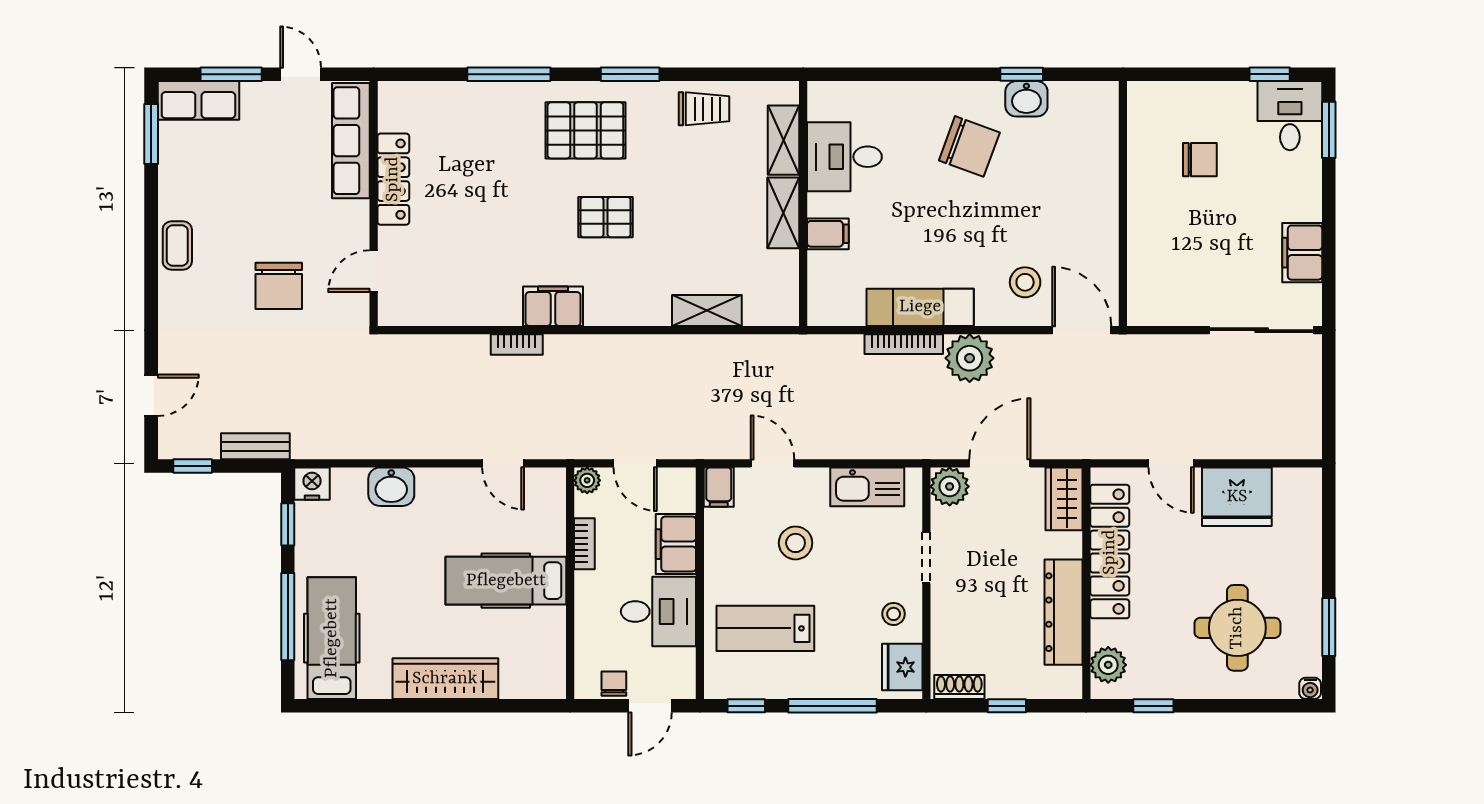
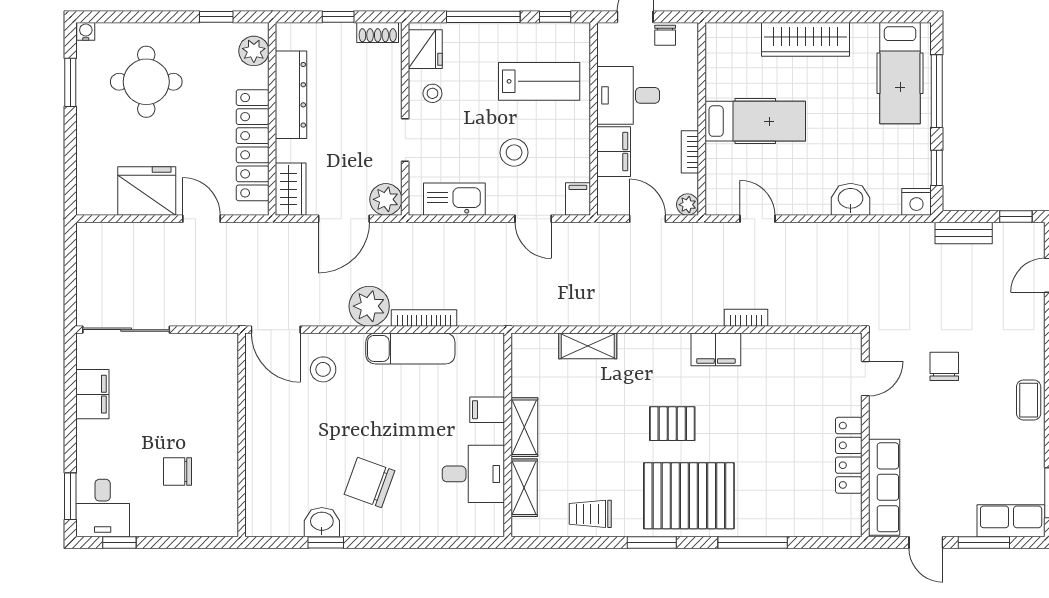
pallet: (585, 130) -> (689, 496), width x1.37, depth x1.41
chair: (279, 286) -> (944, 366), width x0.73, depth x0.73

